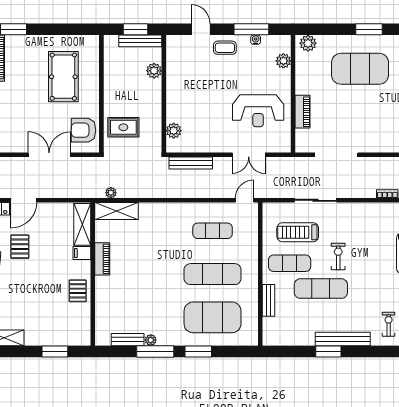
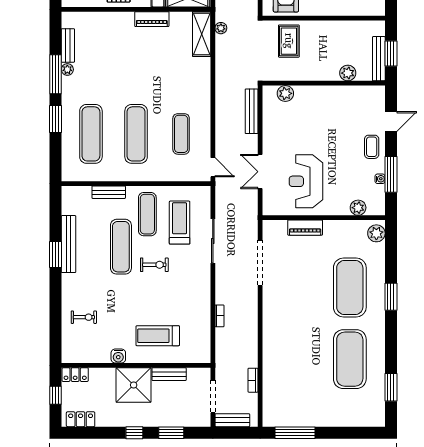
exercise mat: (213, 317) -> (91, 134), width x0.68
bench: (343, 339) -> (68, 244), moved

